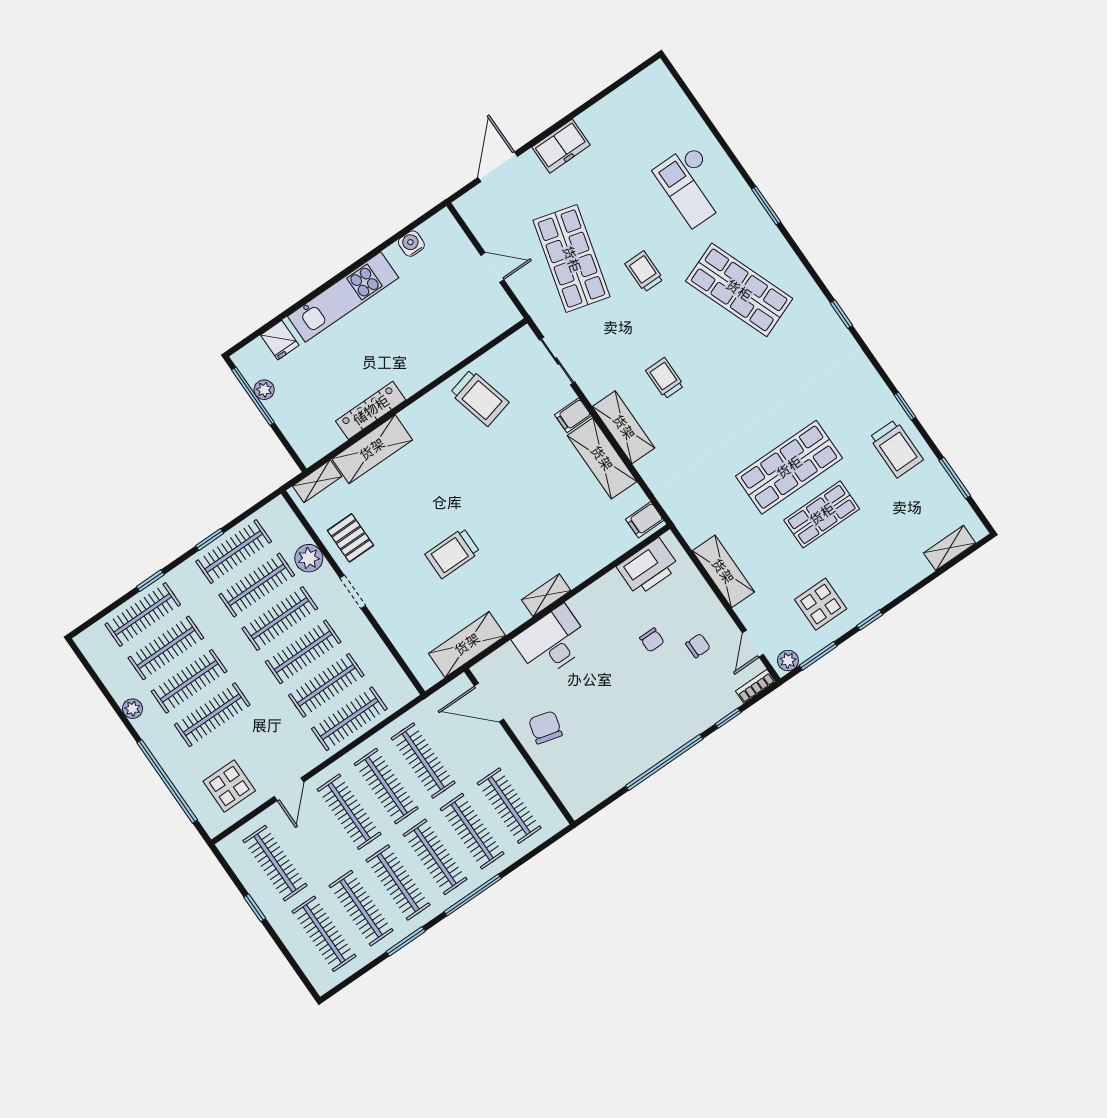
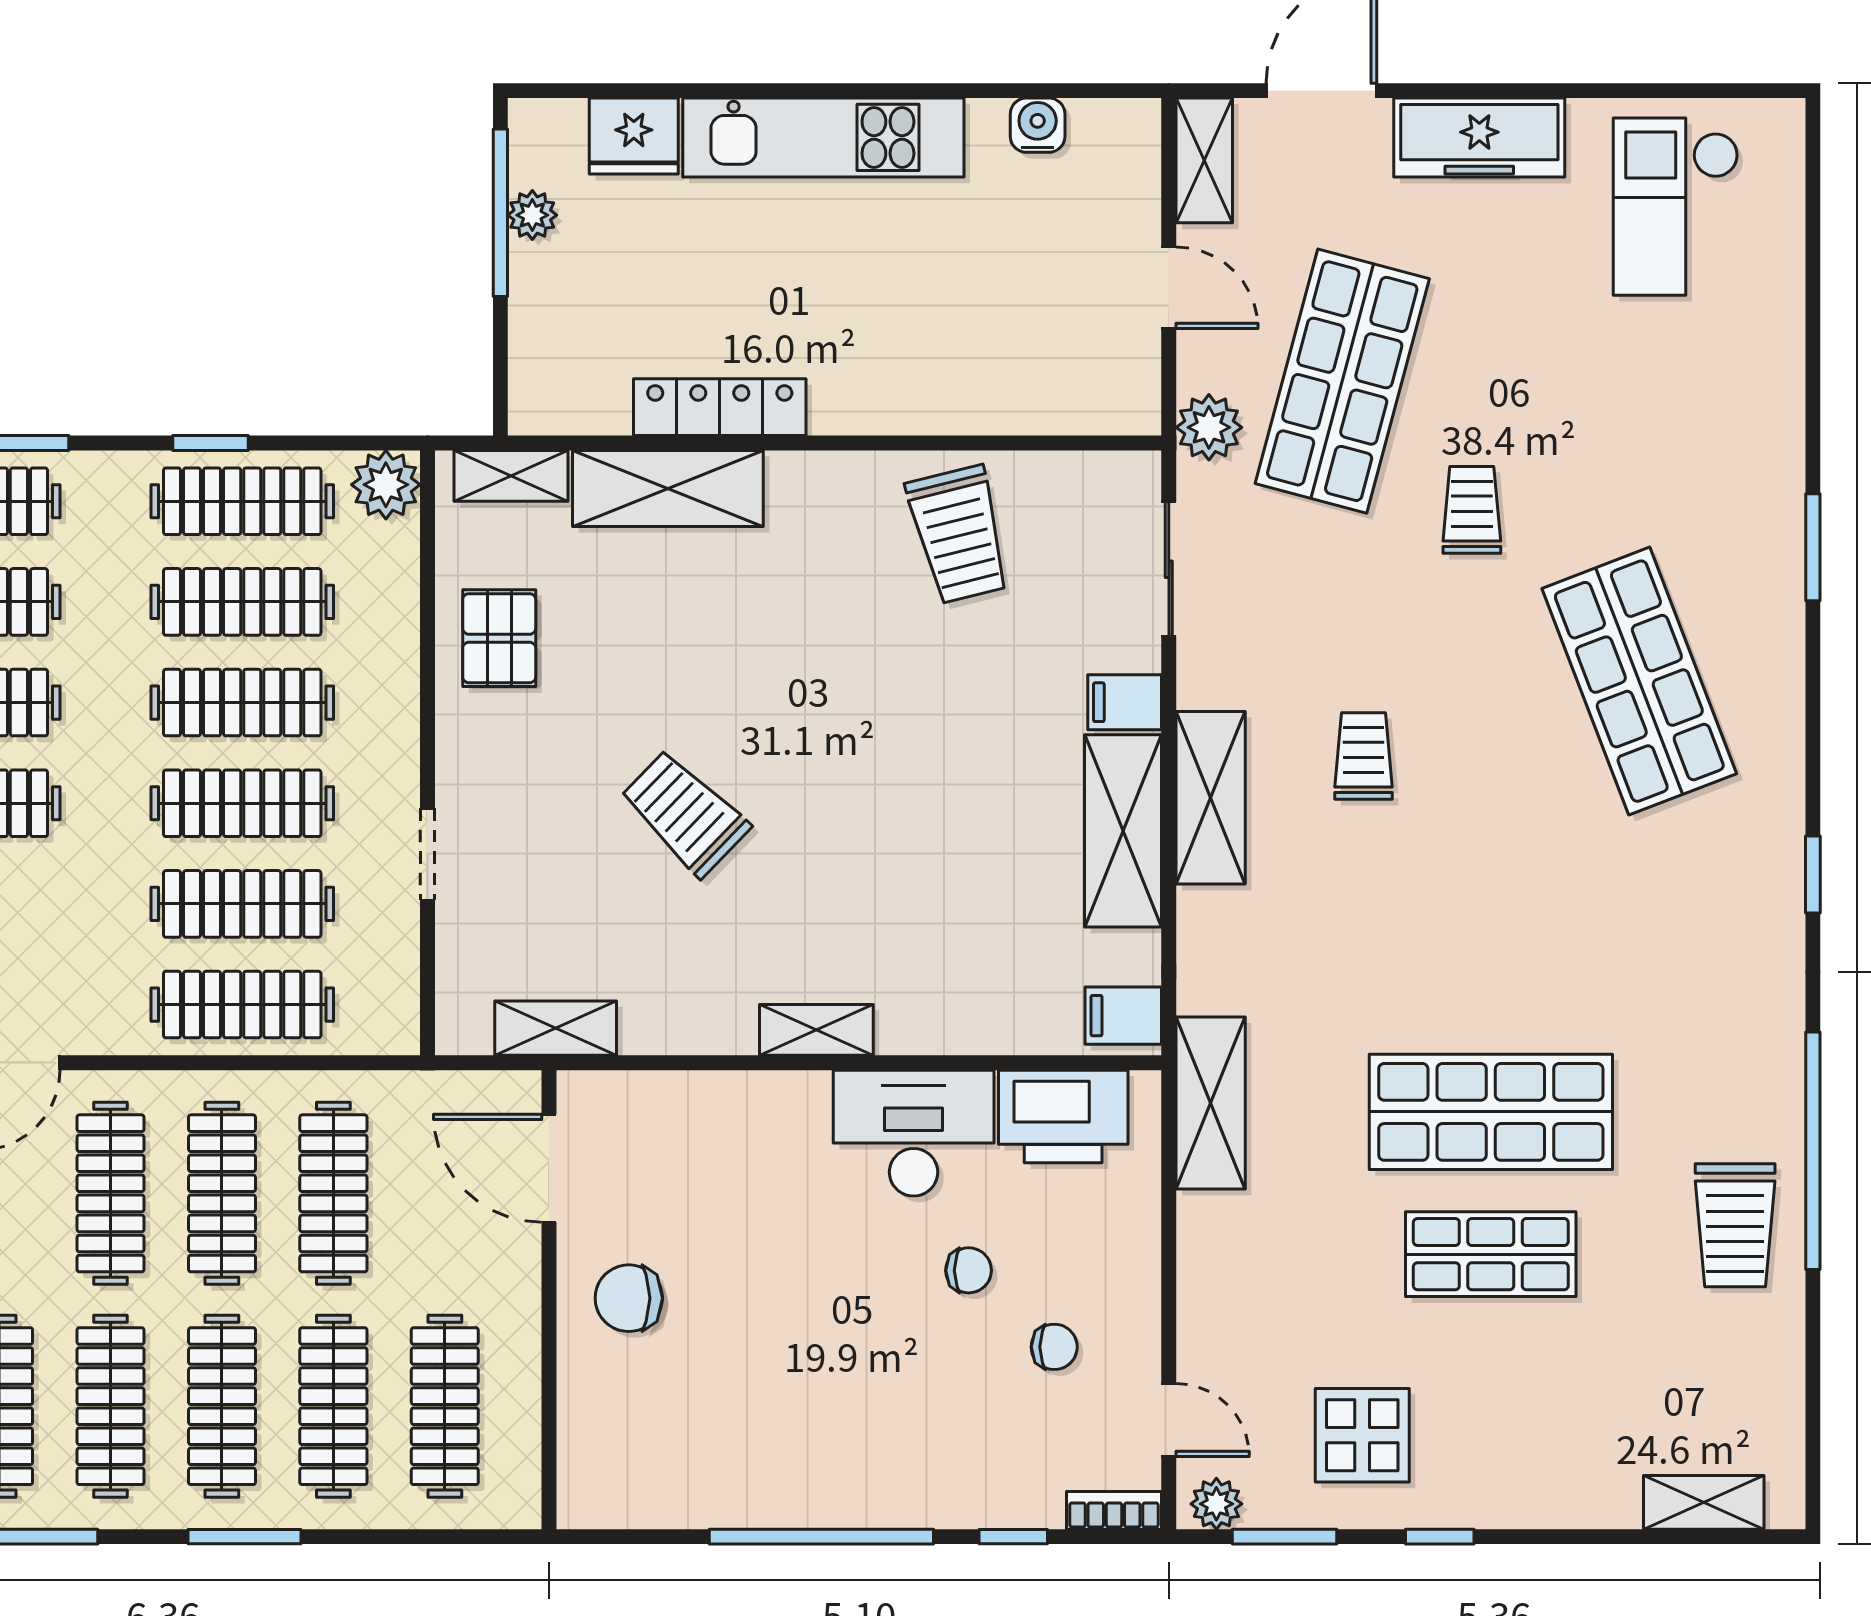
freezer: (561, 146) -> (1479, 138), width x1.40
checkout: (692, 186) -> (1676, 207), moved
shelving: (475, 217) -> (1204, 160), added
plant: (538, 305) -> (1209, 427), added
fridge: (280, 340) -> (634, 136), width x1.38
window: (905, 406) -> (1813, 1151), width x3.17
window: (955, 478) -> (1813, 1368), removed
trolley: (452, 553) -> (685, 813), turned 44
plant: (309, 558) -> (386, 485), moved
shelving: (723, 571) -> (1211, 1103), moved
doorway: (353, 592) -> (427, 854), moved
chair: (652, 640) -> (969, 1270), turned -90
desk: (552, 642) -> (914, 1133), moved
shelving: (467, 644) -> (556, 1028), width x0.67, depth x0.75
door: (753, 644) -> (1169, 1420), swing flipped
chair: (545, 727) -> (629, 1298), turned -105
window: (473, 895) -> (245, 1537), width x0.69

